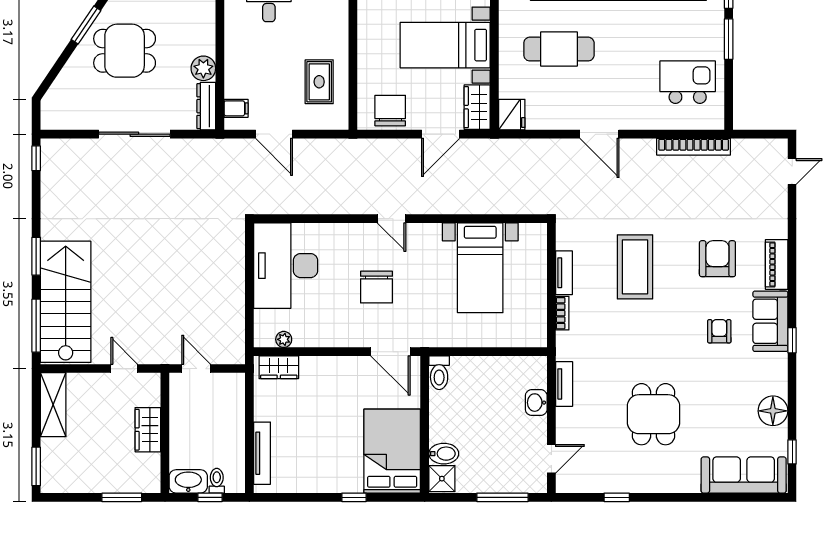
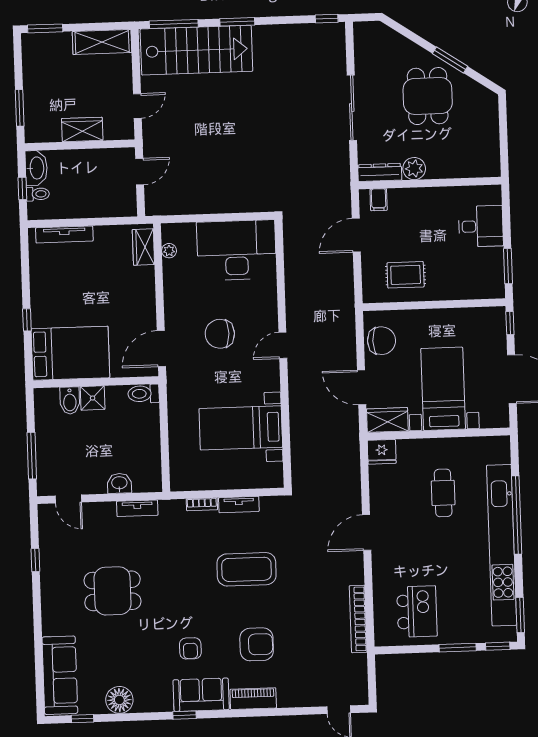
cafe table: (559, 49) -> (443, 493), width x0.73, depth x0.74
armchair: (719, 331) -> (190, 648), turned 90
shower: (442, 479) -> (93, 398), moved

